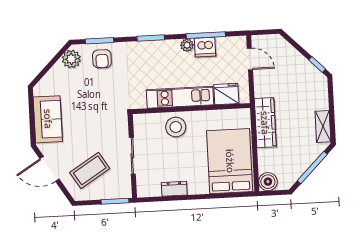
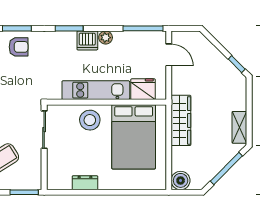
window: (206, 35) -> (143, 28), moved
dishwasher: (205, 47) -> (87, 40), moved
armchair: (102, 59) -> (19, 47), turned -90
sliding door: (132, 156) -> (44, 130), moved
bed: (230, 161) -> (134, 137), moved, turned 180

